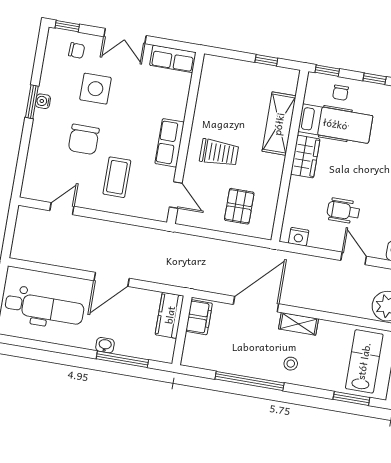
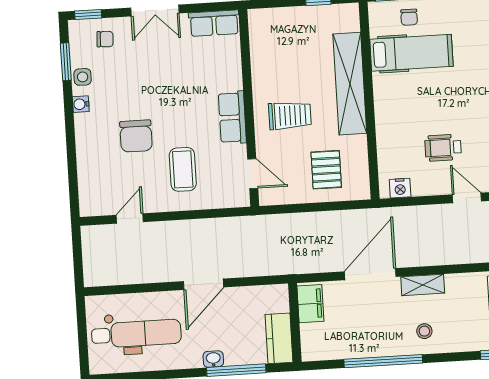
side table: (95, 89) -> (83, 77), moved, width x0.54, depth x0.54
window: (32, 102) -> (66, 62), moved
shelving: (279, 124) -> (350, 84), width x1.47
wardrobe: (305, 157) -> (387, 97), removed
kitchen counter: (170, 315) -> (279, 338), moved

